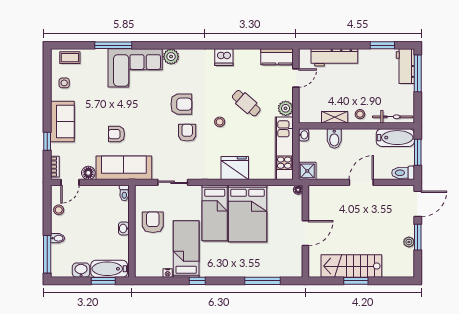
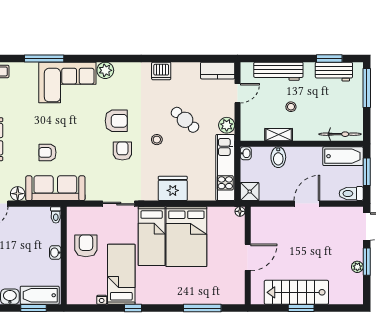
workbench: (405, 66) -> (334, 72), moved, turned -90
stool: (360, 114) -> (291, 107), moved
sliding door: (173, 182) -> (119, 204), moved

